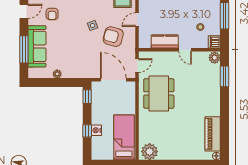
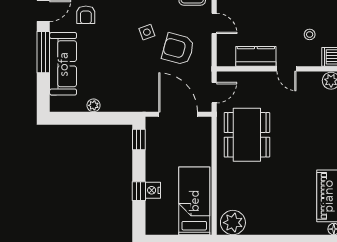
door: (137, 20) -> (214, 23), swing flipped
window: (24, 49) -> (43, 52), moved

